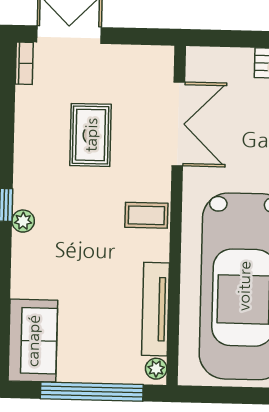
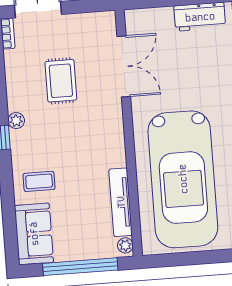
coffee table: (146, 215) -> (39, 181), moved
plant: (23, 221) -> (16, 121), moved

